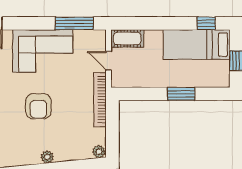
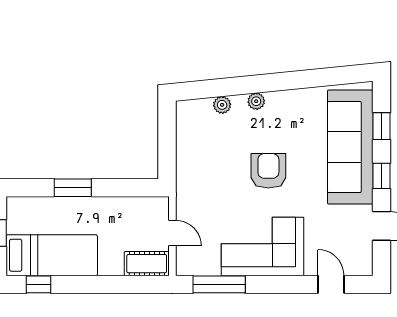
bookcase: (100, 100) -> (184, 180), removed
plant: (99, 152) -> (222, 105), moved

